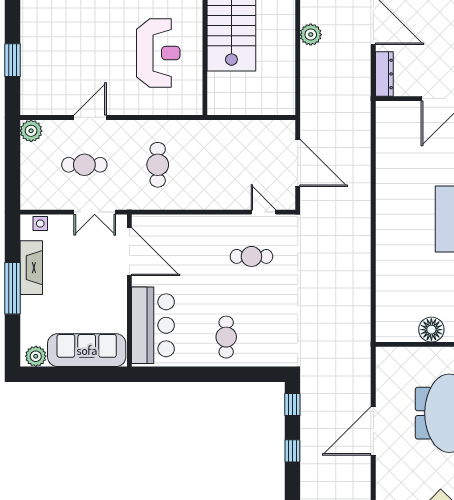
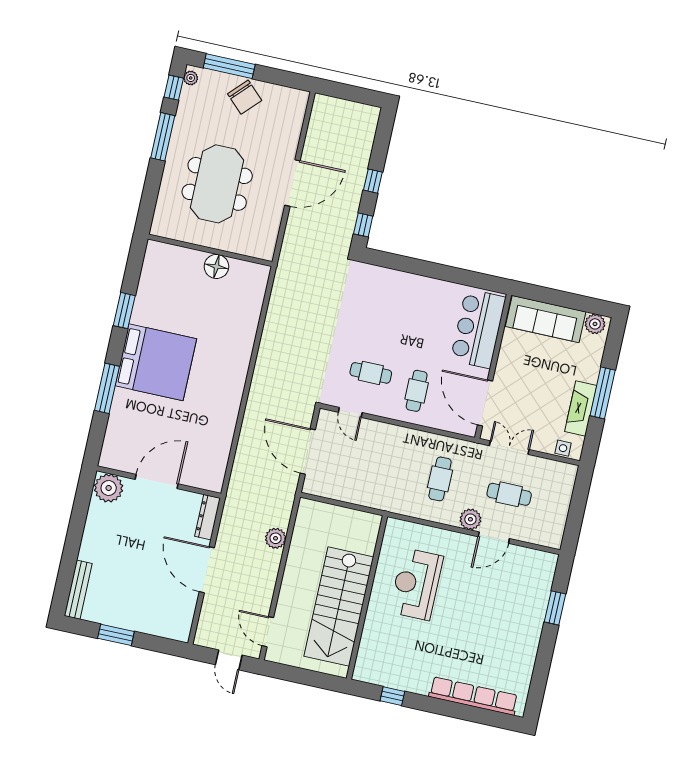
plant: (311, 35) -> (276, 538), moved
plant: (31, 131) -> (470, 519), moved
cafe table: (226, 337) -> (417, 391), moved

